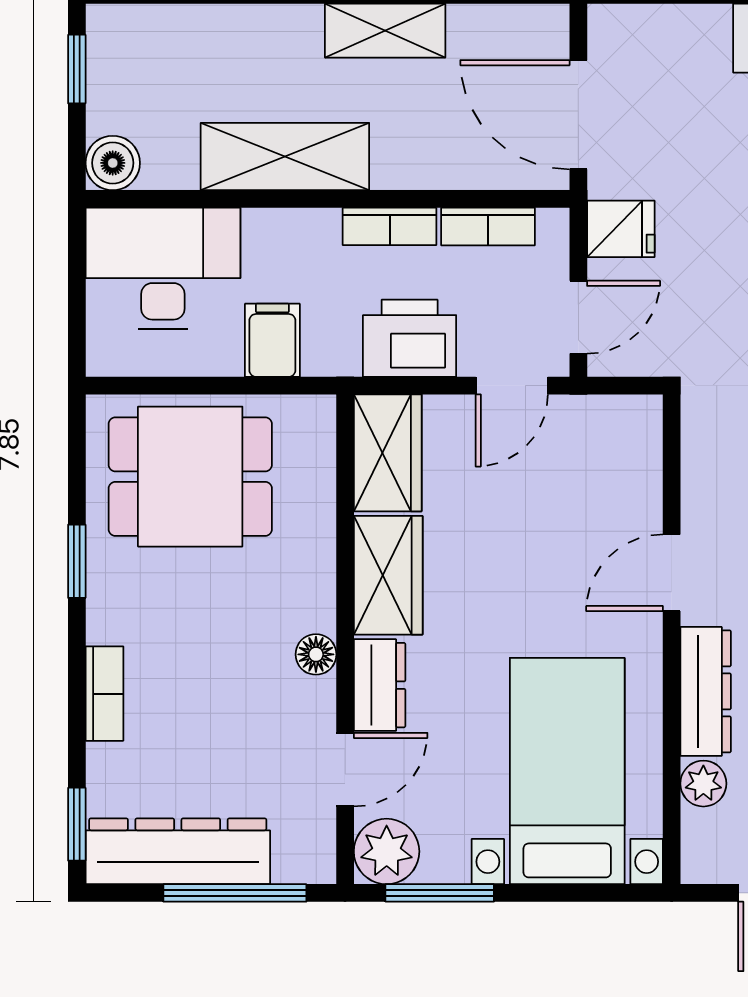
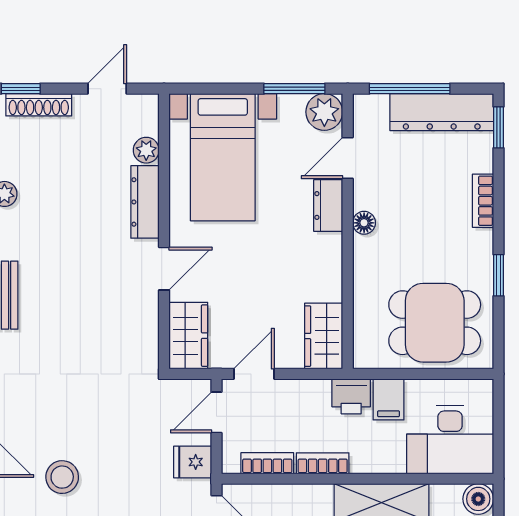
printer: (410, 338) -> (351, 396), moved, width x0.73, depth x0.81
wardrobe: (388, 575) -> (188, 336), moved, turned 180

